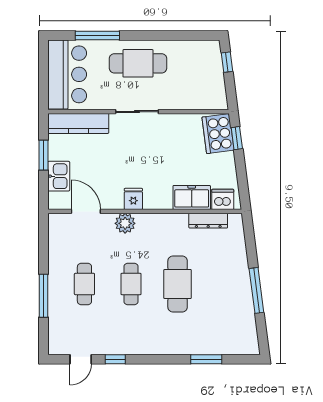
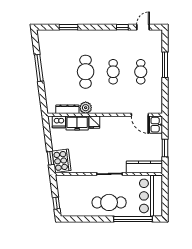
window: (97, 35) -> (133, 219), width x1.46
kitchen sink: (59, 176) -> (156, 125), moved
fridge: (133, 199) -> (94, 122), moved
plant: (125, 223) -> (86, 108), moved

